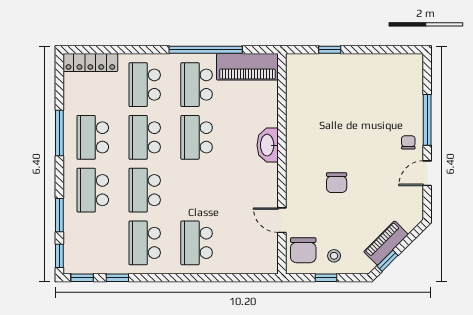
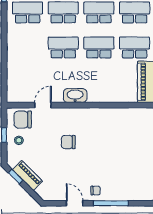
washbasin: (268, 145) -> (75, 96), moved
school desk: (197, 243) -> (63, 47), moved

